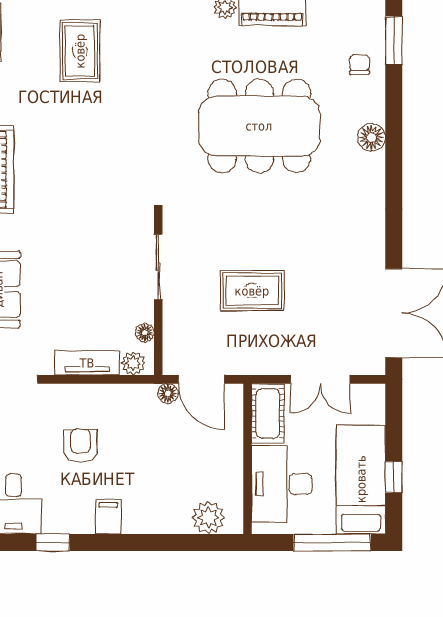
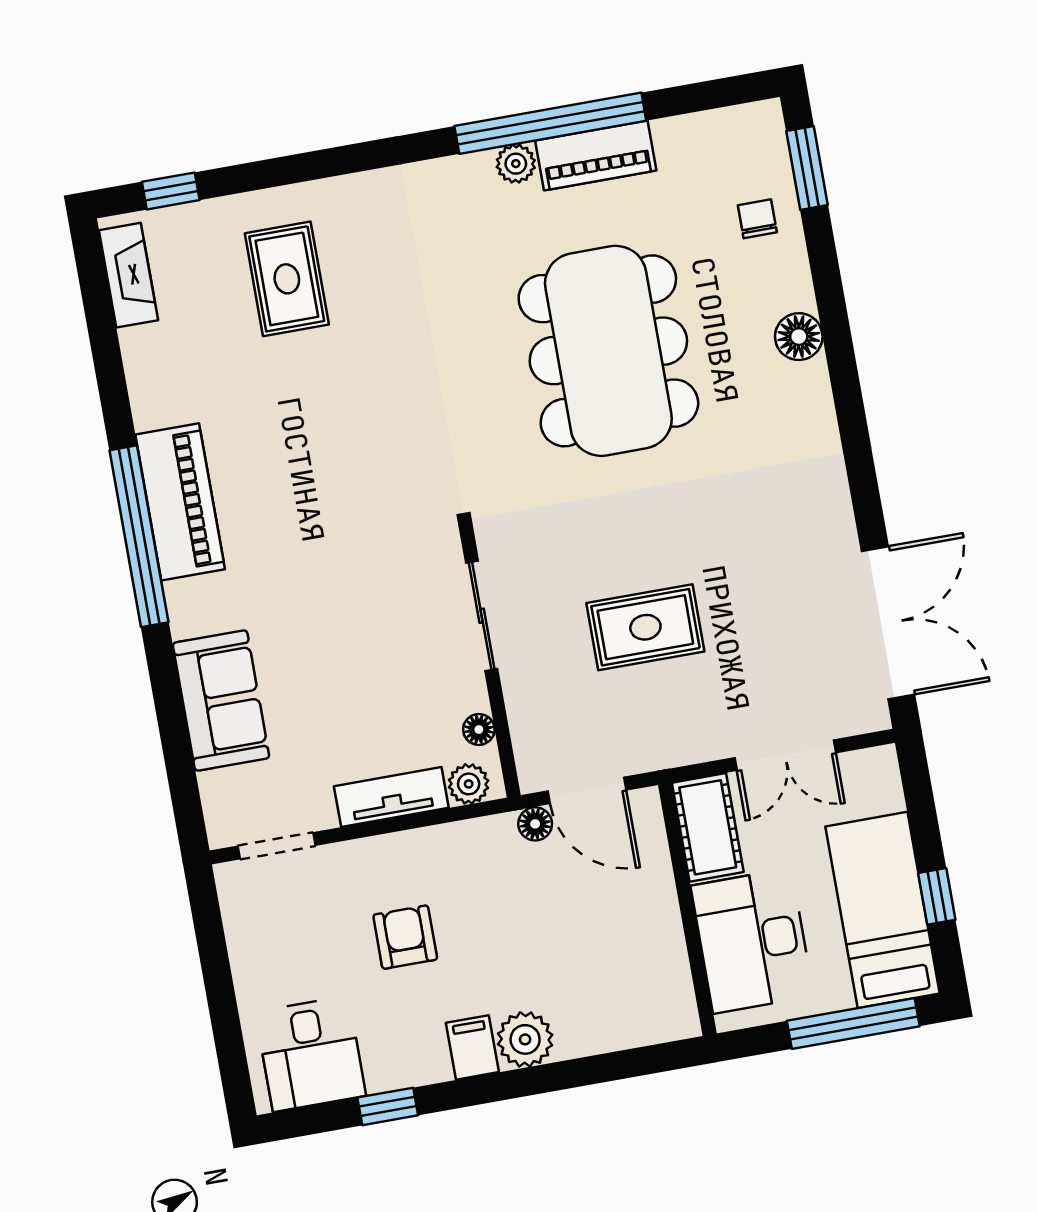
dining table: (259, 126) -> (608, 351), turned 90
plant: (208, 518) -> (525, 1039), moved

